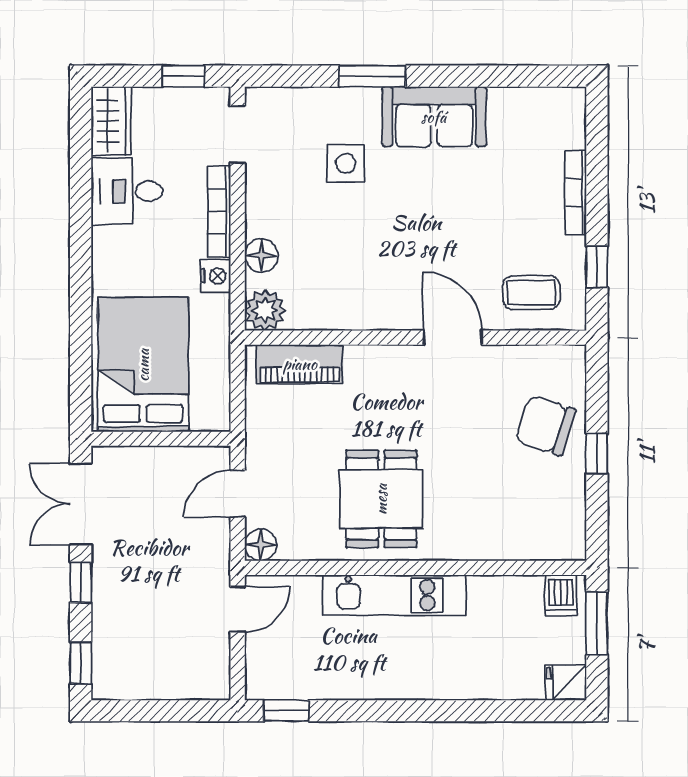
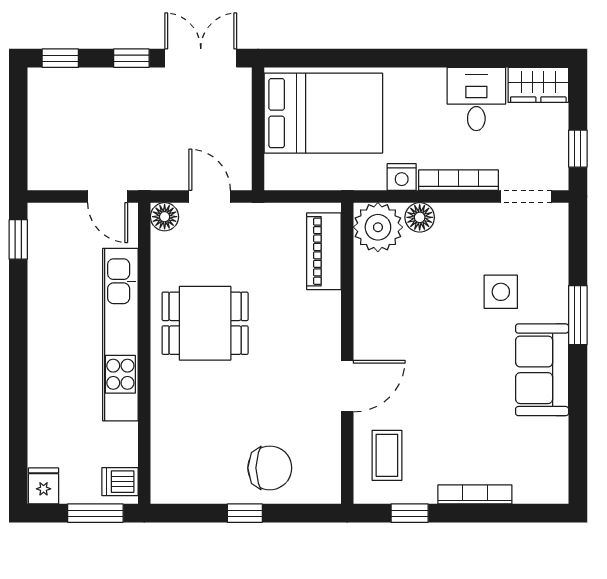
plant: (265, 310) -> (378, 227), width x1.36, depth x1.36
chair: (545, 425) -> (270, 468), turned 72
kitchen unit: (394, 595) -> (120, 335), width x1.36

